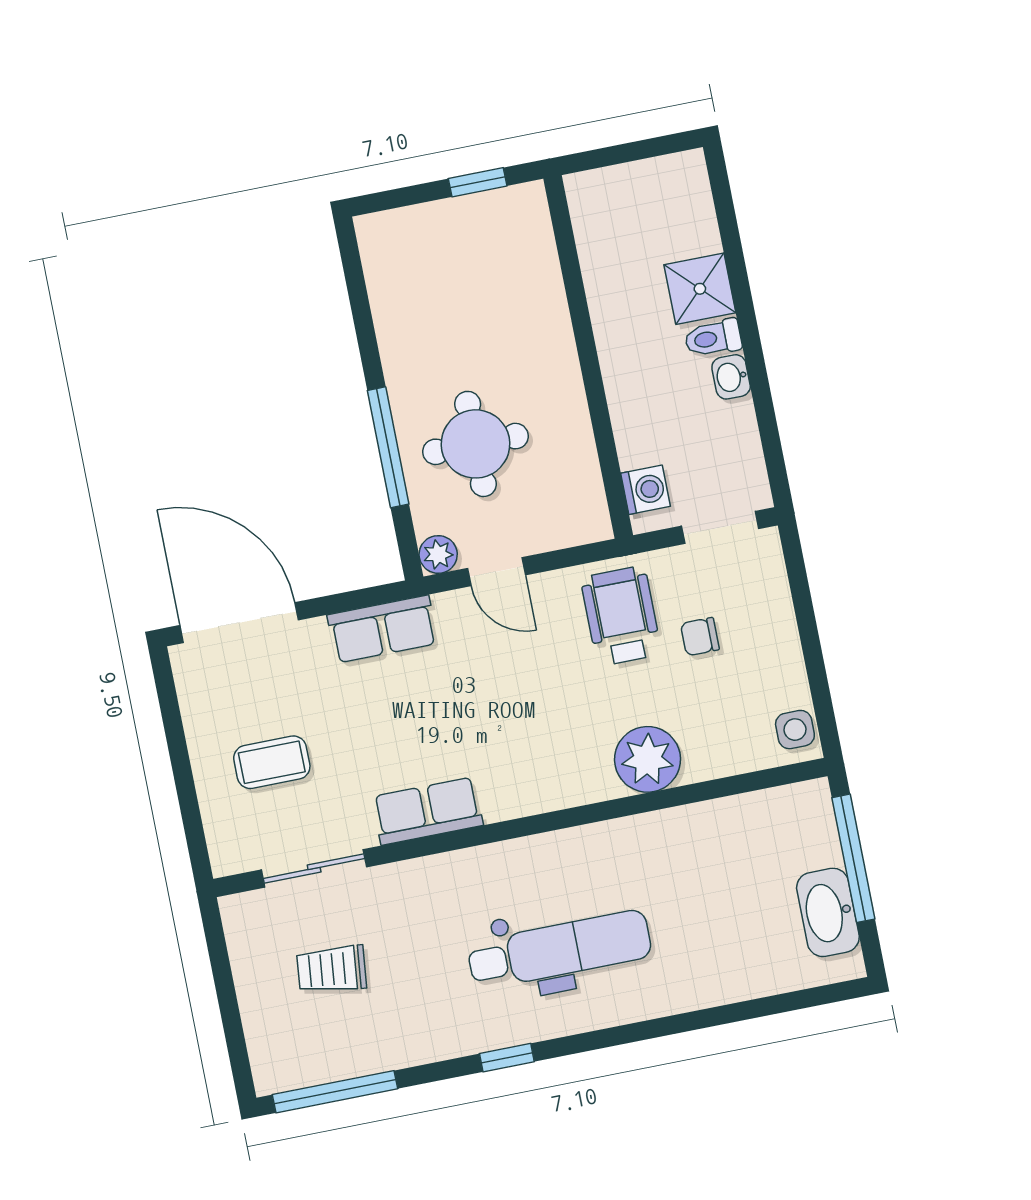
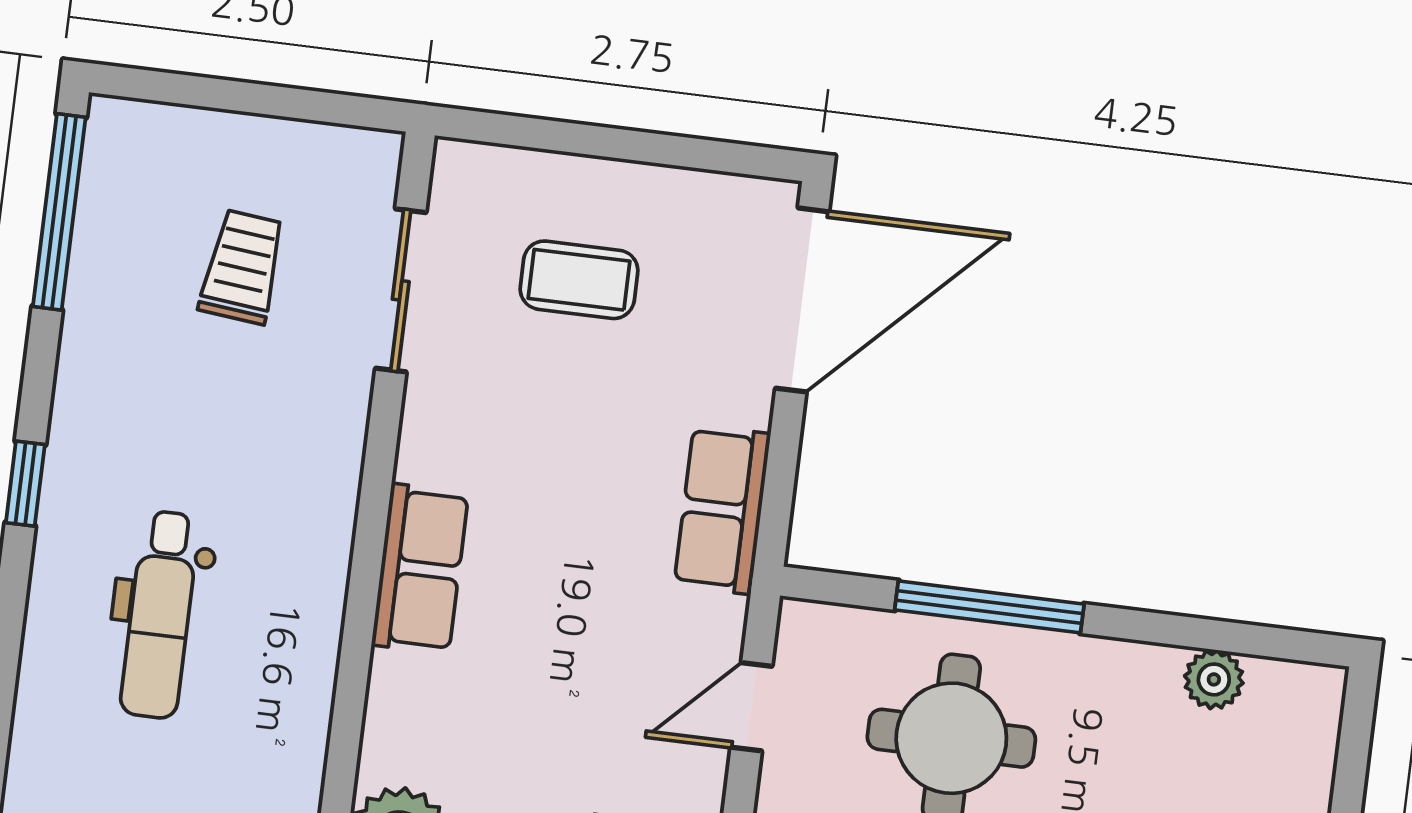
plant: (438, 554) -> (1214, 679), moved
coffee table: (272, 762) -> (579, 280), turned 90
row of seats: (427, 811) -> (420, 569), moved
dental chair: (559, 950) -> (160, 615), width x0.73, depth x0.72

